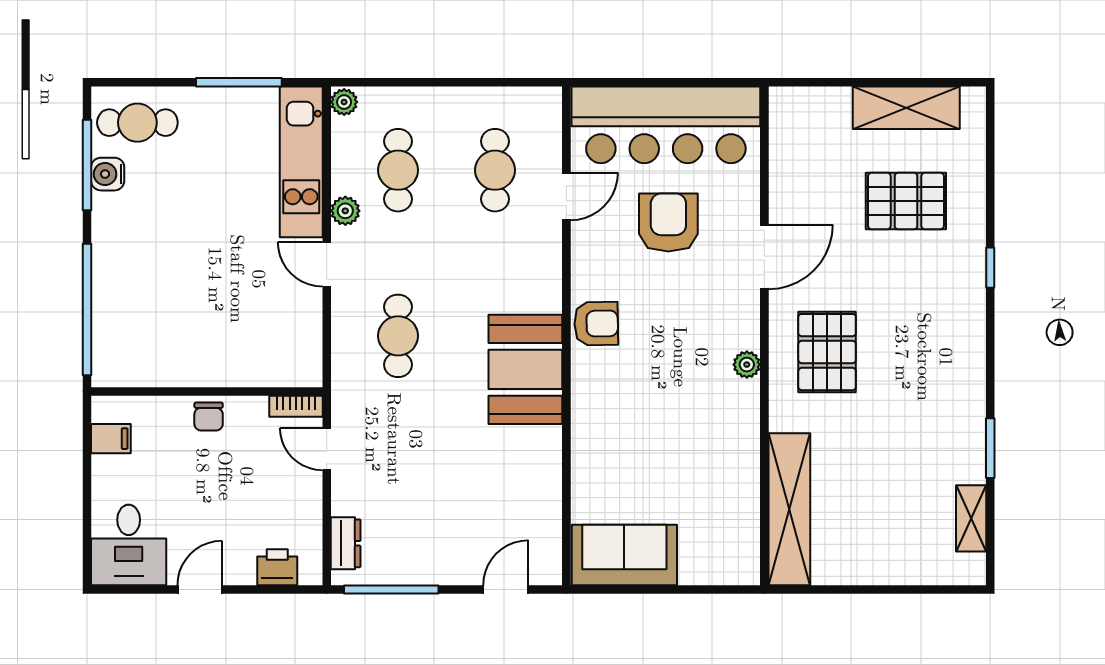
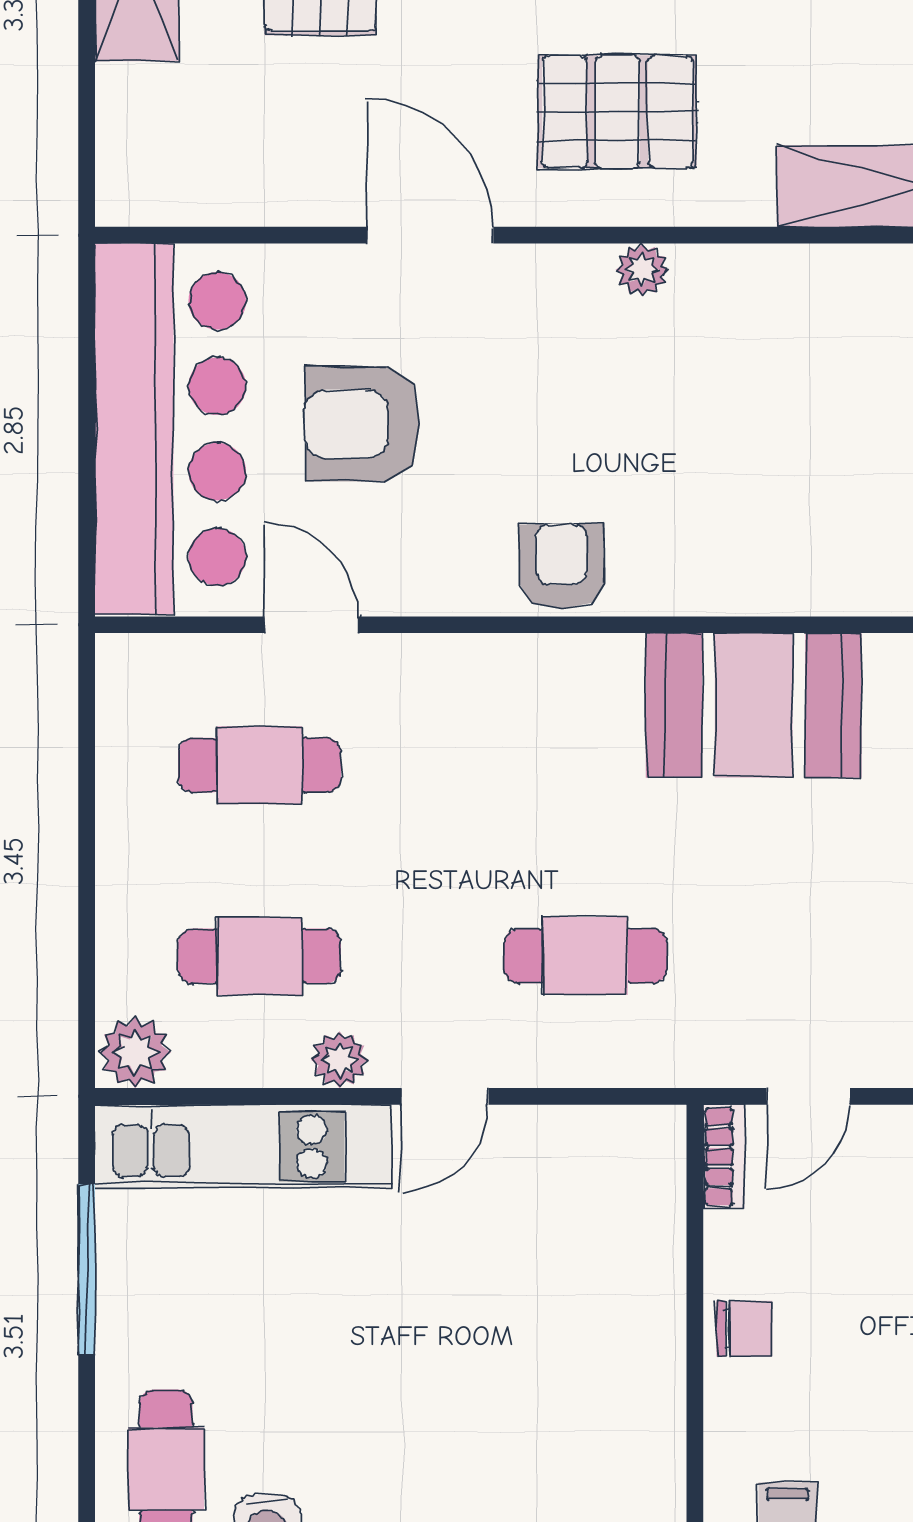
plant: (344, 102) -> (135, 1052), width x1.38, depth x1.38
booth: (525, 369) -> (754, 705), moved

